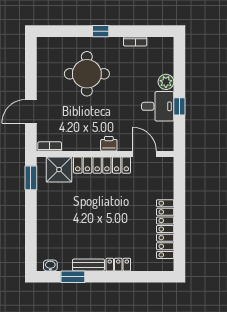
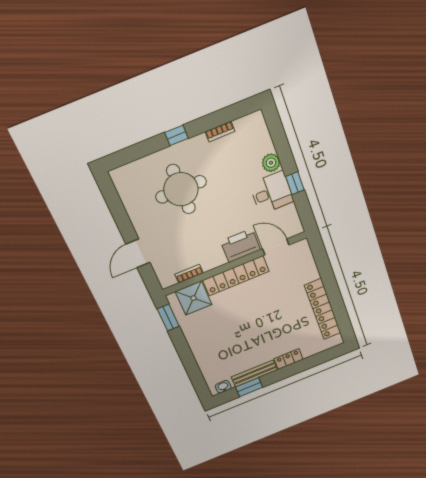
printer: (109, 144) -> (241, 245), width x1.87, depth x1.48
bookcase: (50, 146) -> (189, 274), moved
bench: (88, 265) -> (254, 374), width x1.36

